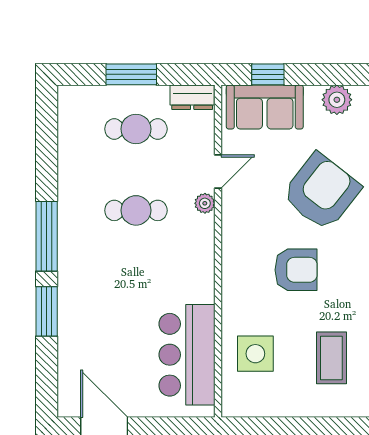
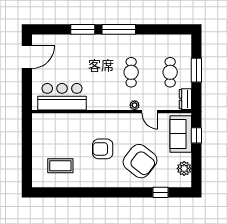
armchair: (296, 270) -> (103, 149), turned 90
side table: (255, 354) -> (62, 129), removed

